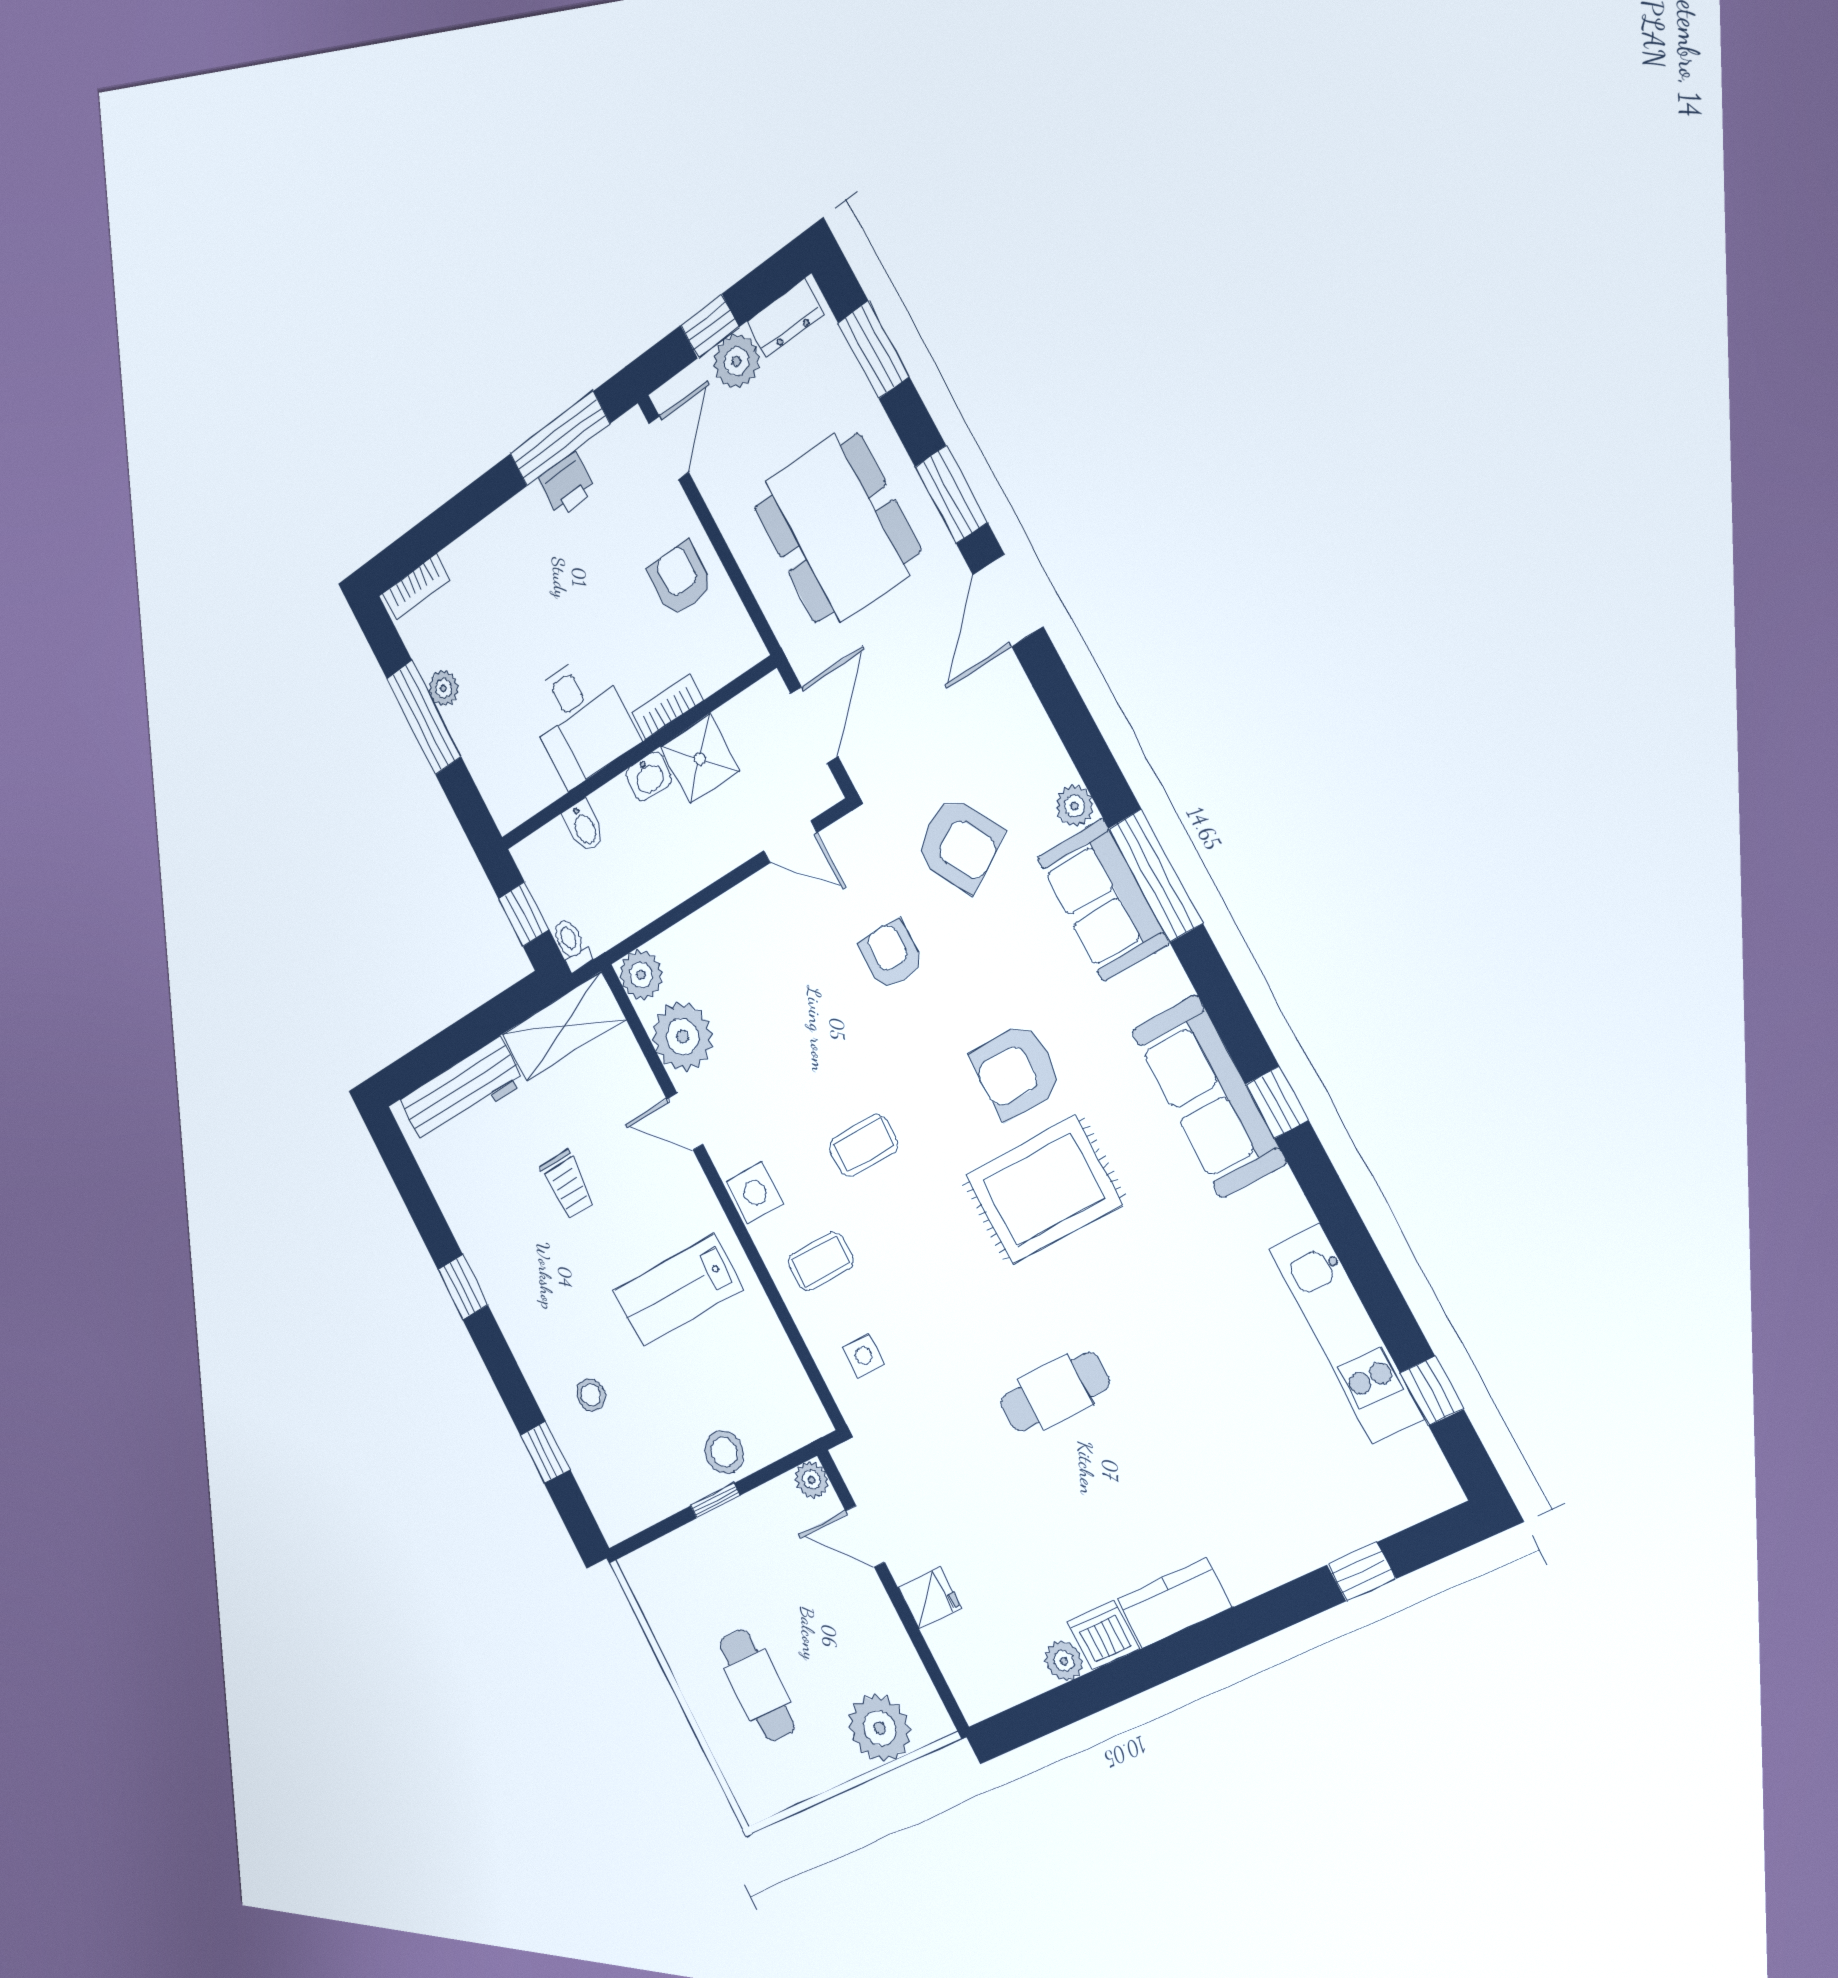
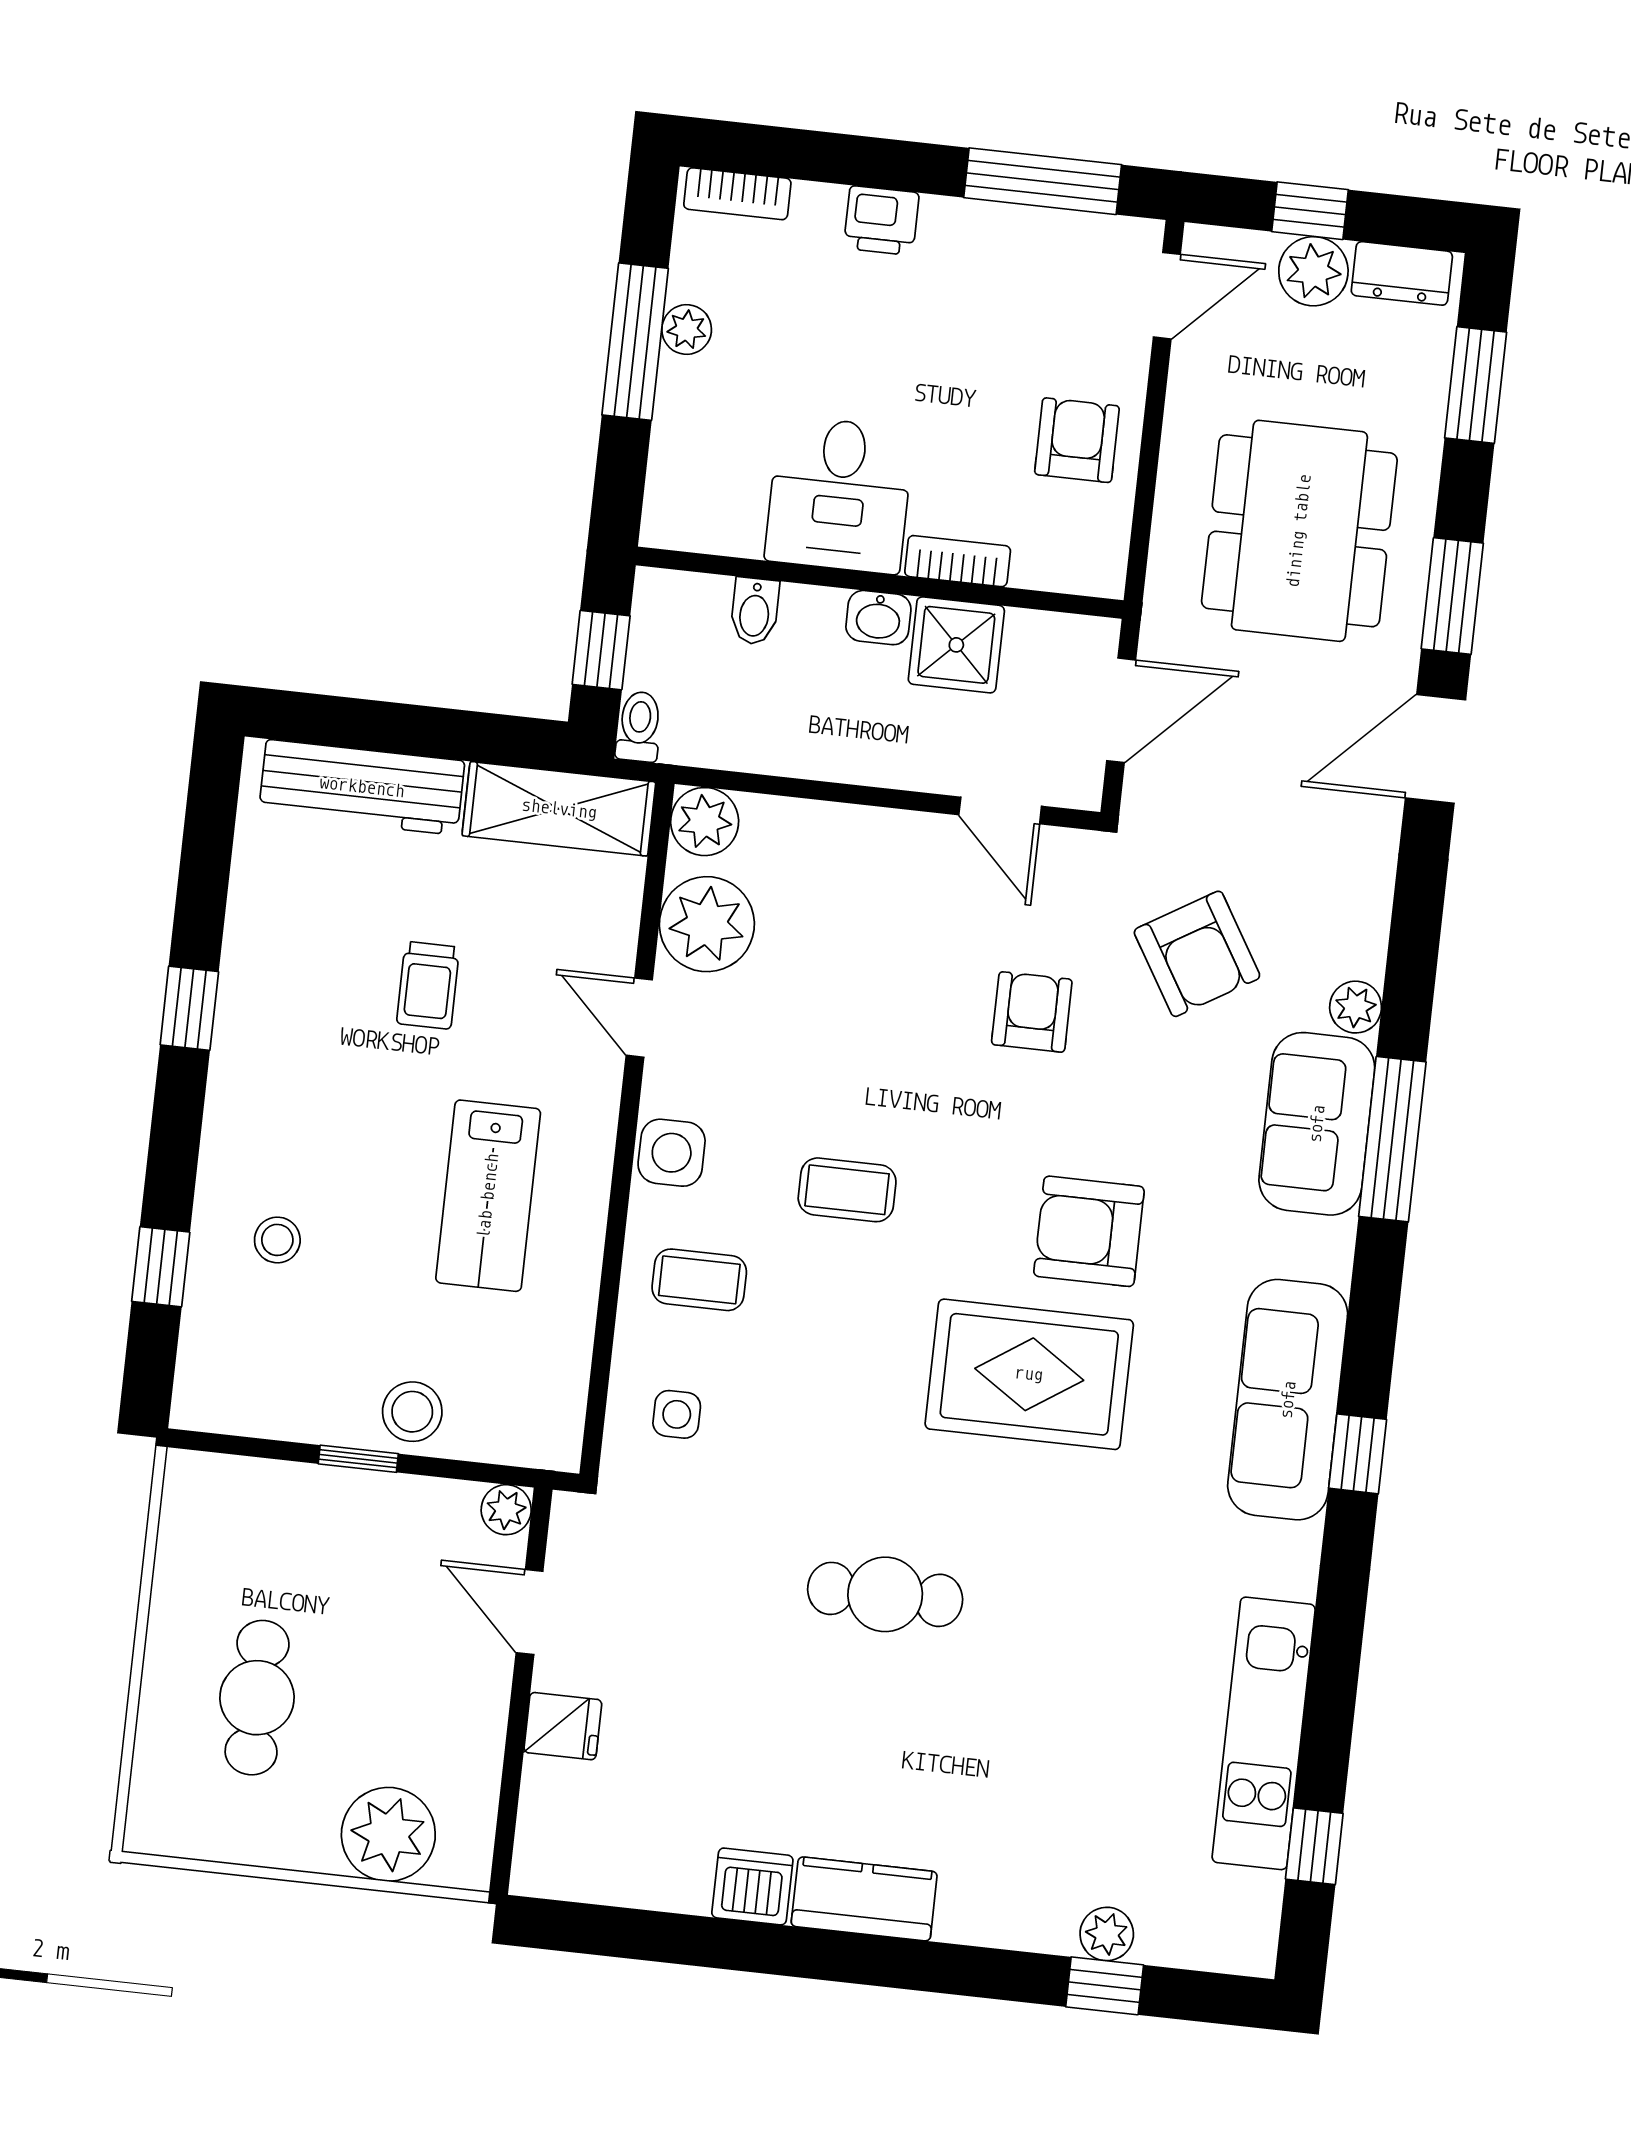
printer: (567, 484) -> (881, 221), moved
lab bench: (678, 1290) -> (488, 1196), turned -90
plant: (1064, 1661) -> (1107, 1934), moved

